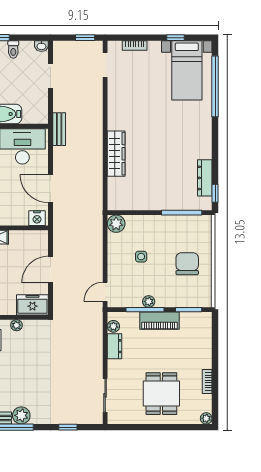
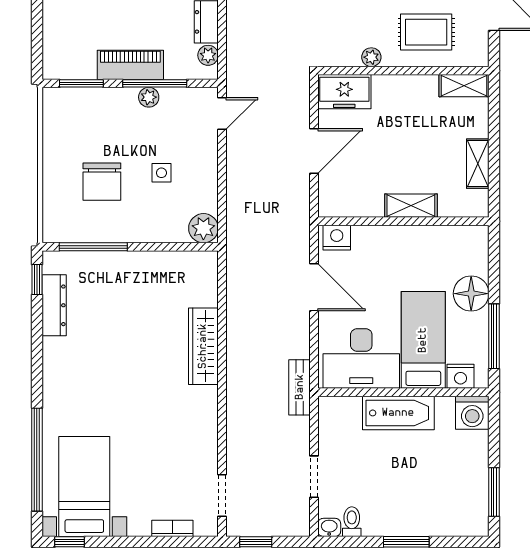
window: (176, 38) -> (69, 542), moved
toilet: (13, 49) -> (352, 522), moved
chair: (187, 264) -> (102, 182), moved

